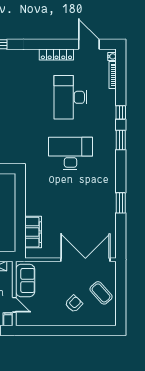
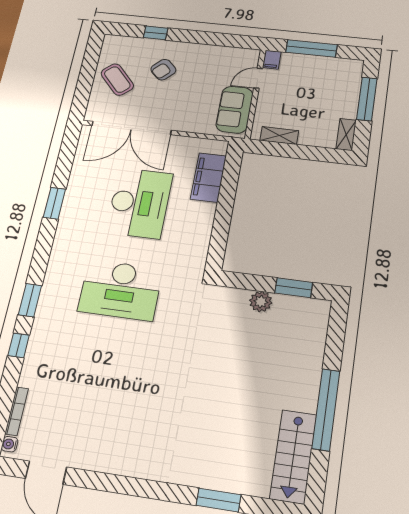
locker: (56, 55) -> (109, 463), removed
desk: (70, 97) -> (139, 203), moved
door: (14, 305) -> (258, 78), hinge flipped
window: (84, 330) -> (156, 33), added

